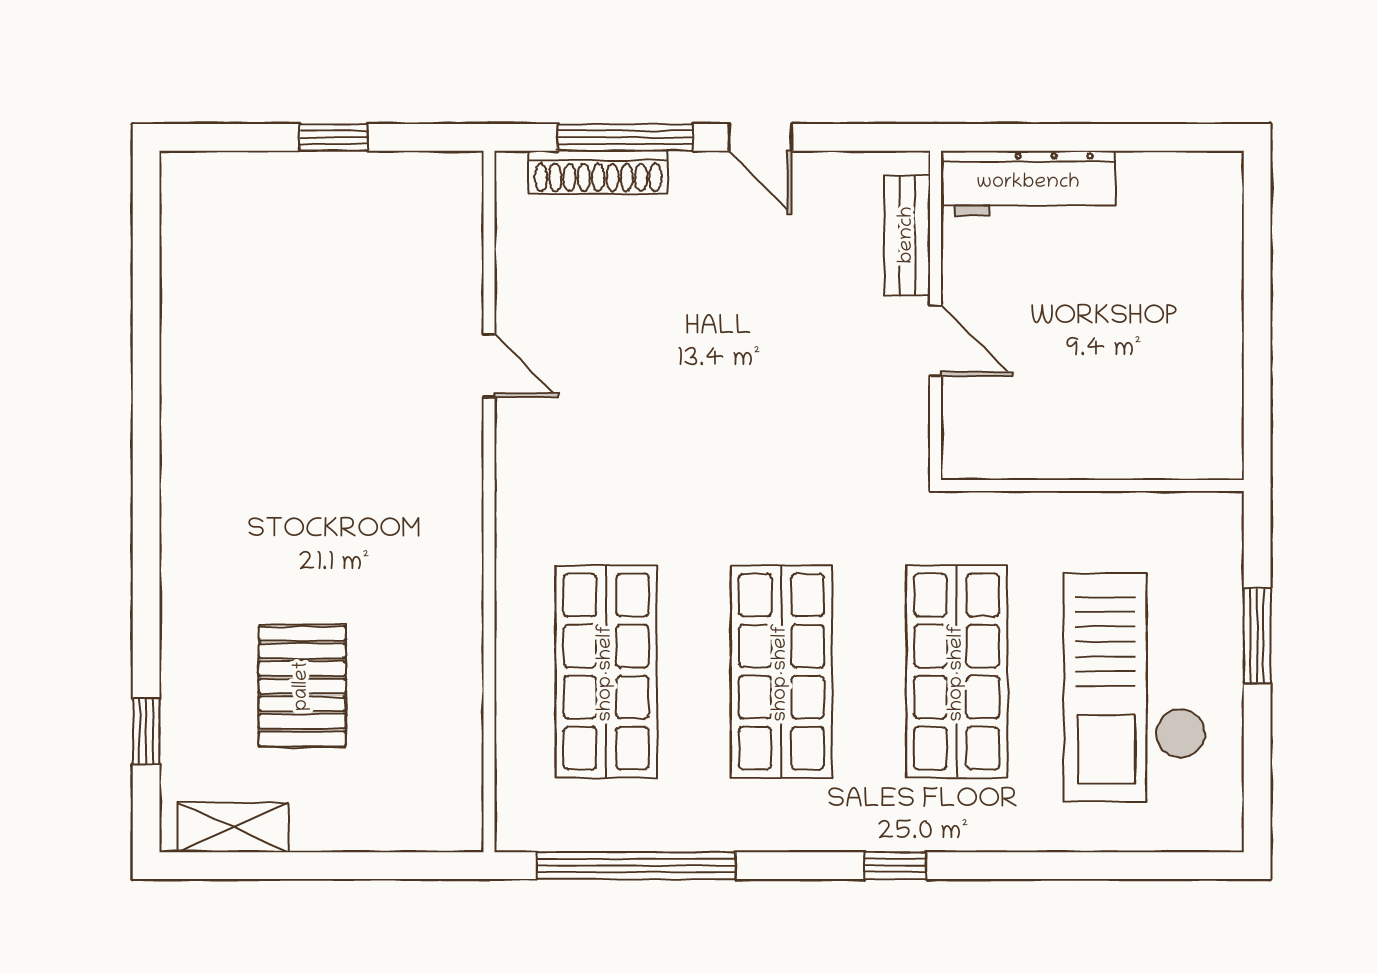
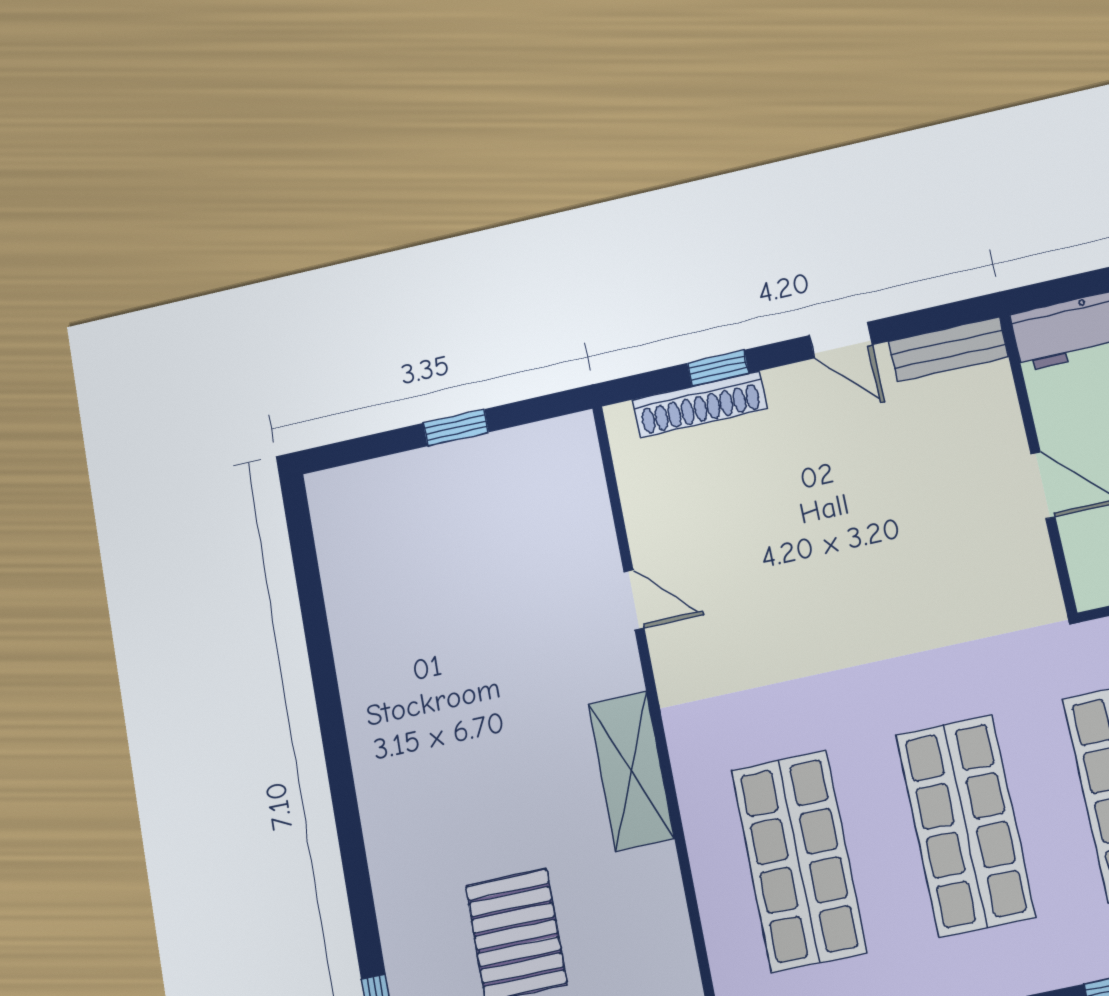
window: (625, 137) -> (718, 368), width x0.46
bench: (907, 235) -> (948, 349), moved, turned 90
shelving: (452, 544) -> (631, 771), added

